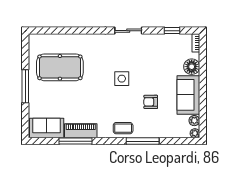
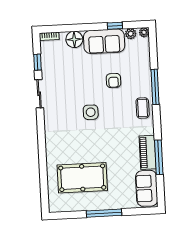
sliding door: (128, 31) -> (39, 94), moved
pool table: (60, 67) -> (82, 178), turned 90
window: (203, 106) -> (115, 26), added

